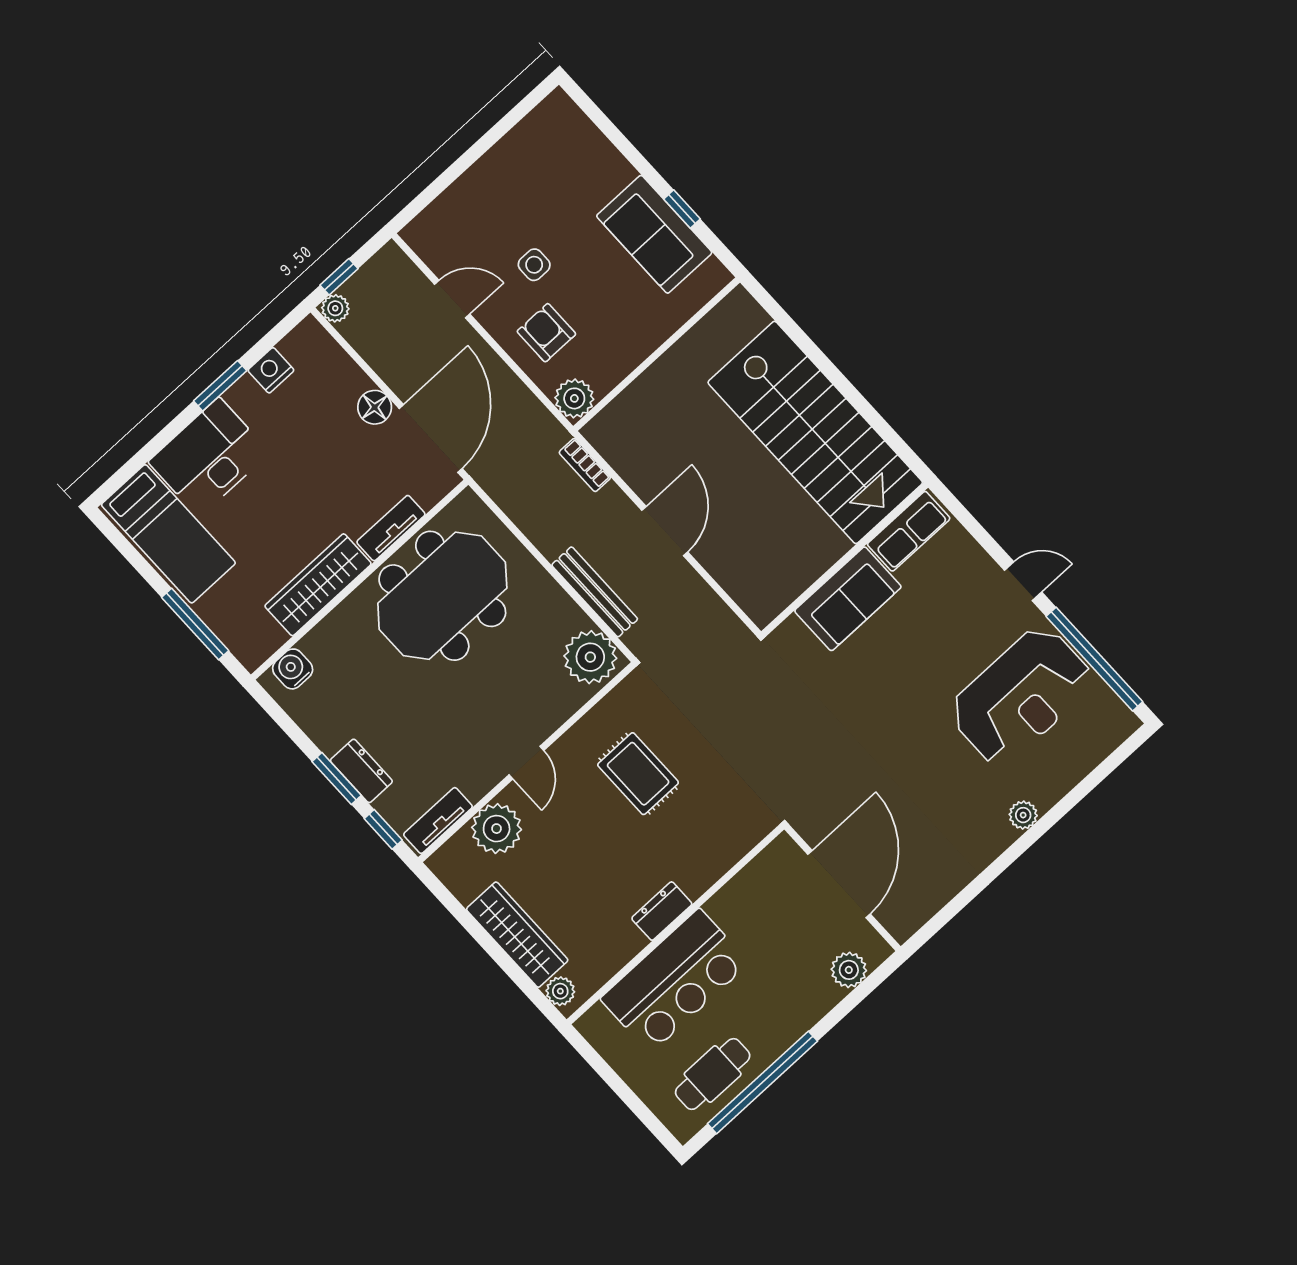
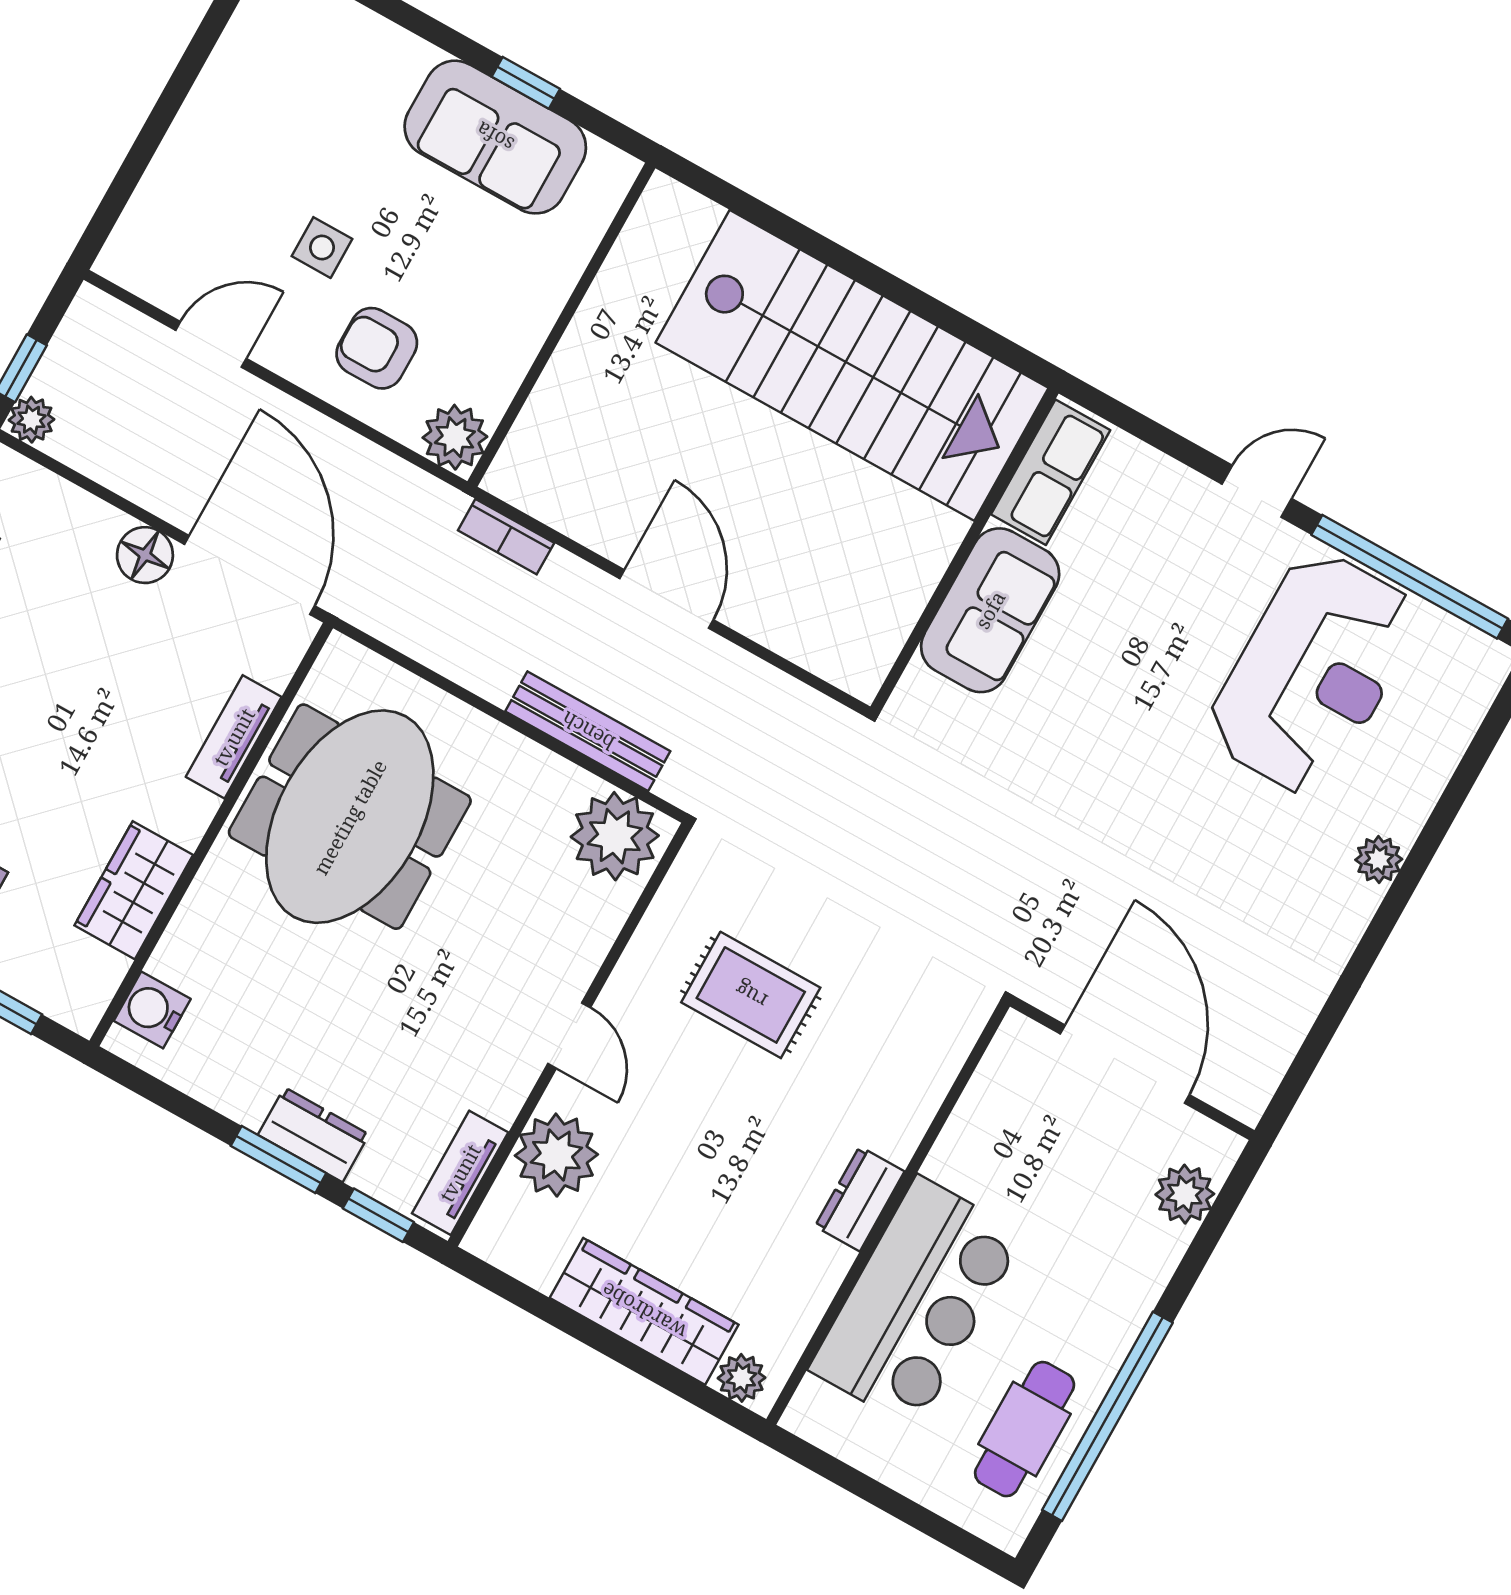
wardrobe: (318, 585) -> (134, 890), width x0.67

